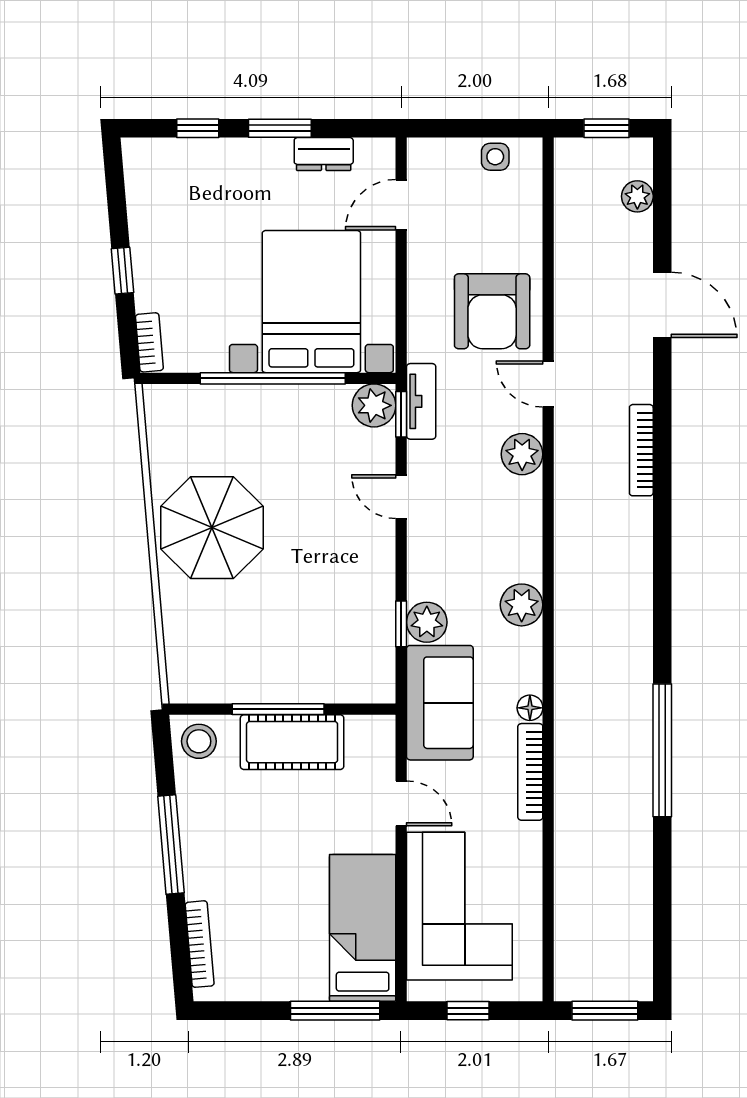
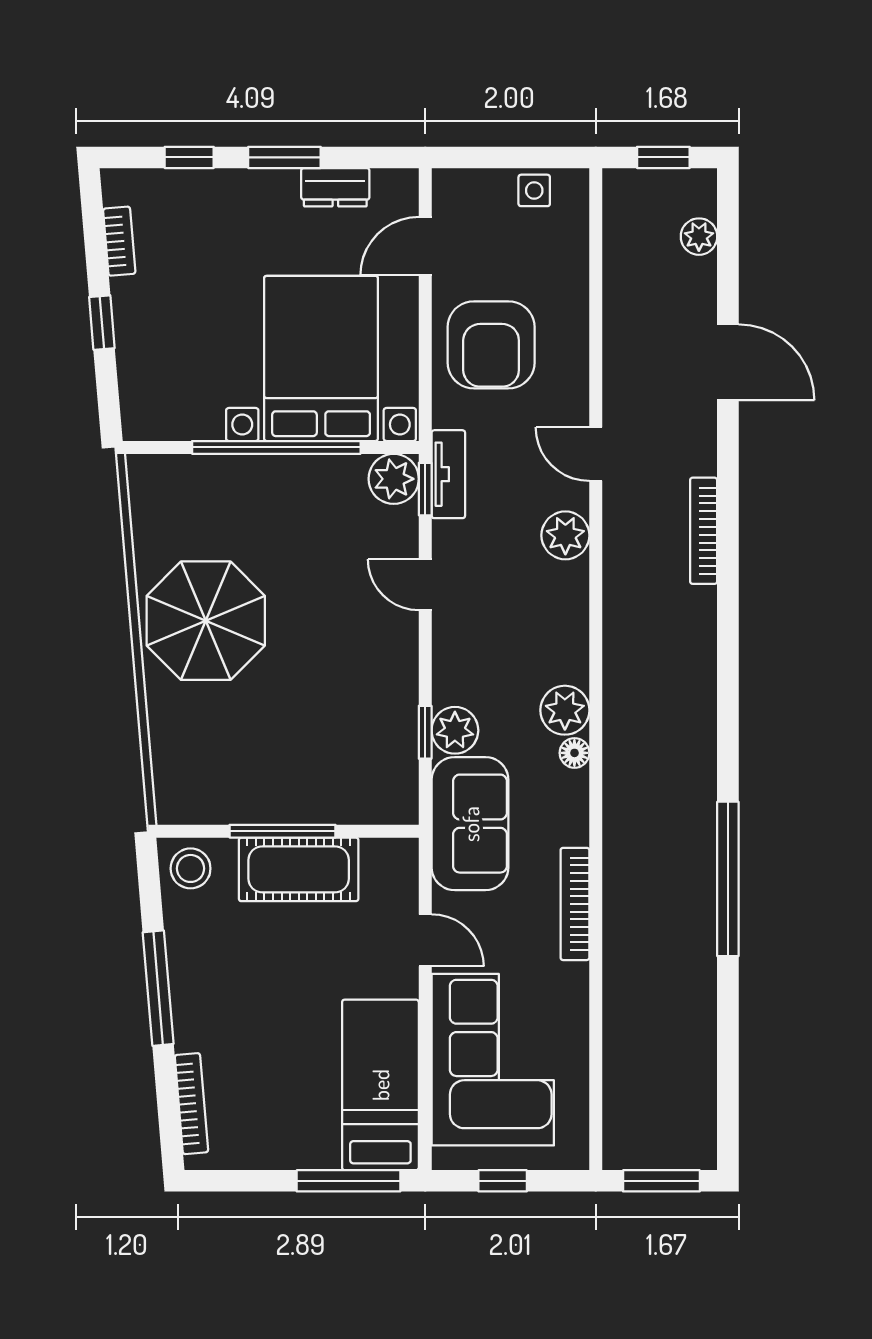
armchair: (492, 311) -> (491, 345), moved
bookcase: (149, 342) -> (119, 241), moved
floor lamp: (530, 708) -> (574, 753), moved

